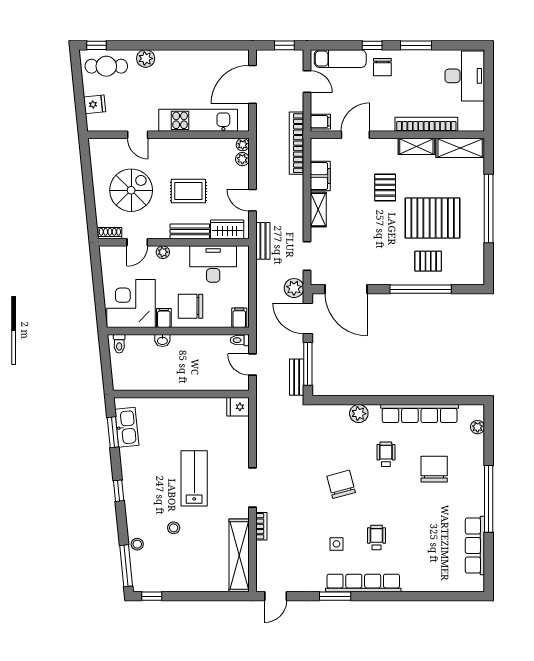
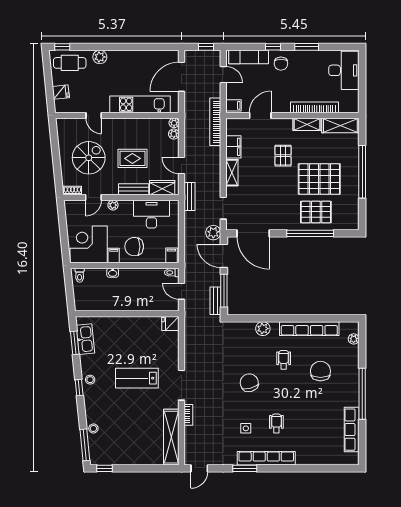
pallet: (428, 261) -> (316, 212), width x1.50, depth x1.42
lab bench: (194, 478) -> (137, 378), turned -90
stool: (174, 528) -> (90, 380), moved

